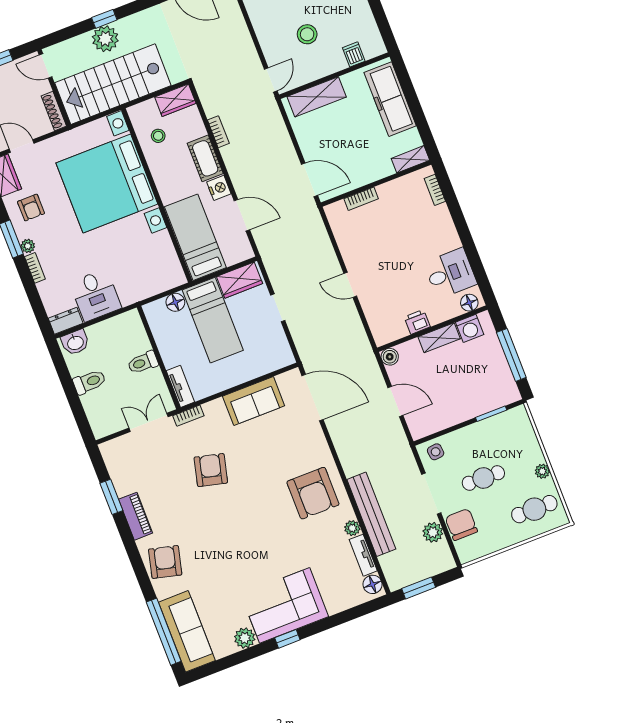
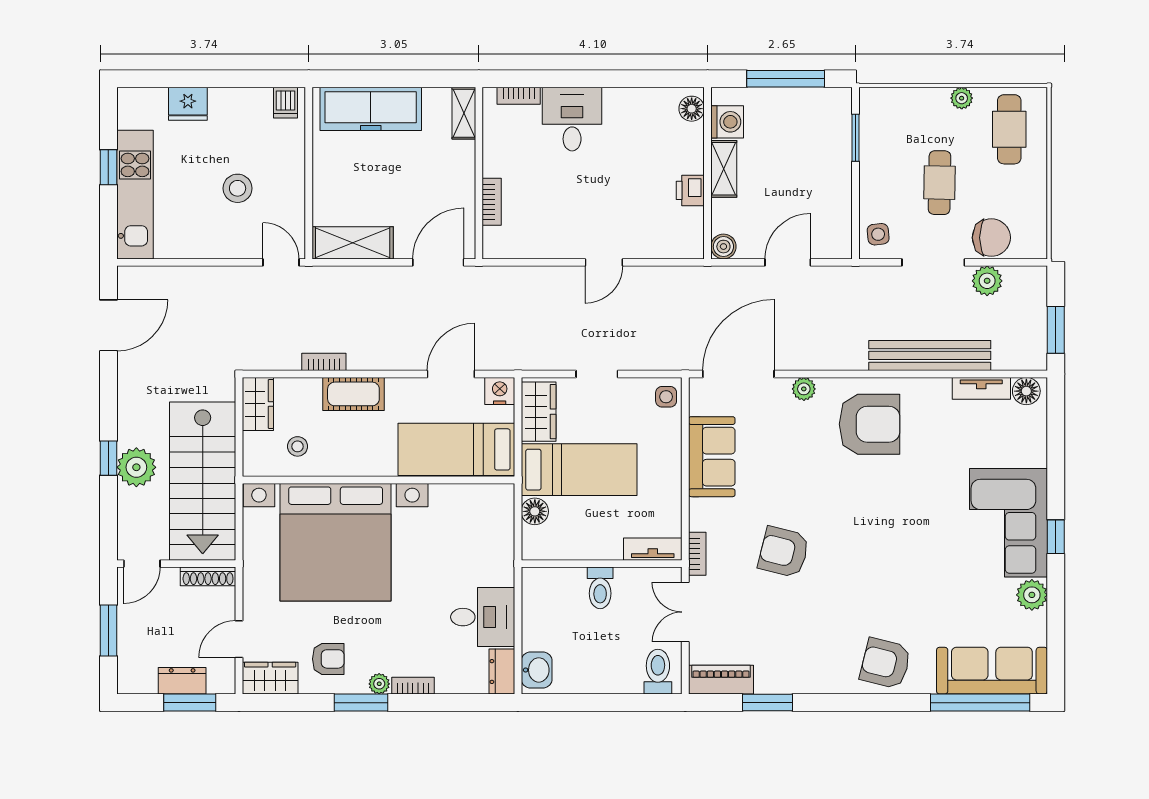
dishwasher: (354, 54) -> (286, 103), moved, turned -90
shelving: (317, 97) -> (353, 243), moved, turned 90
nightstand: (219, 188) -> (500, 391), moved
desk: (450, 273) -> (572, 119), moved
side table: (280, 357) -> (666, 397), added
toilet: (89, 382) -> (658, 672), moved
piano: (136, 516) -> (721, 680), moved
chair: (461, 524) -> (991, 238), turned 180
plant: (352, 528) -> (804, 389), moved

